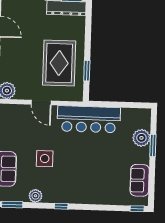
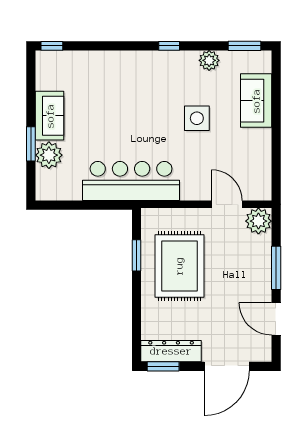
door: (41, 103) -> (227, 204), moved
sofa: (140, 180) -> (50, 116), moved

